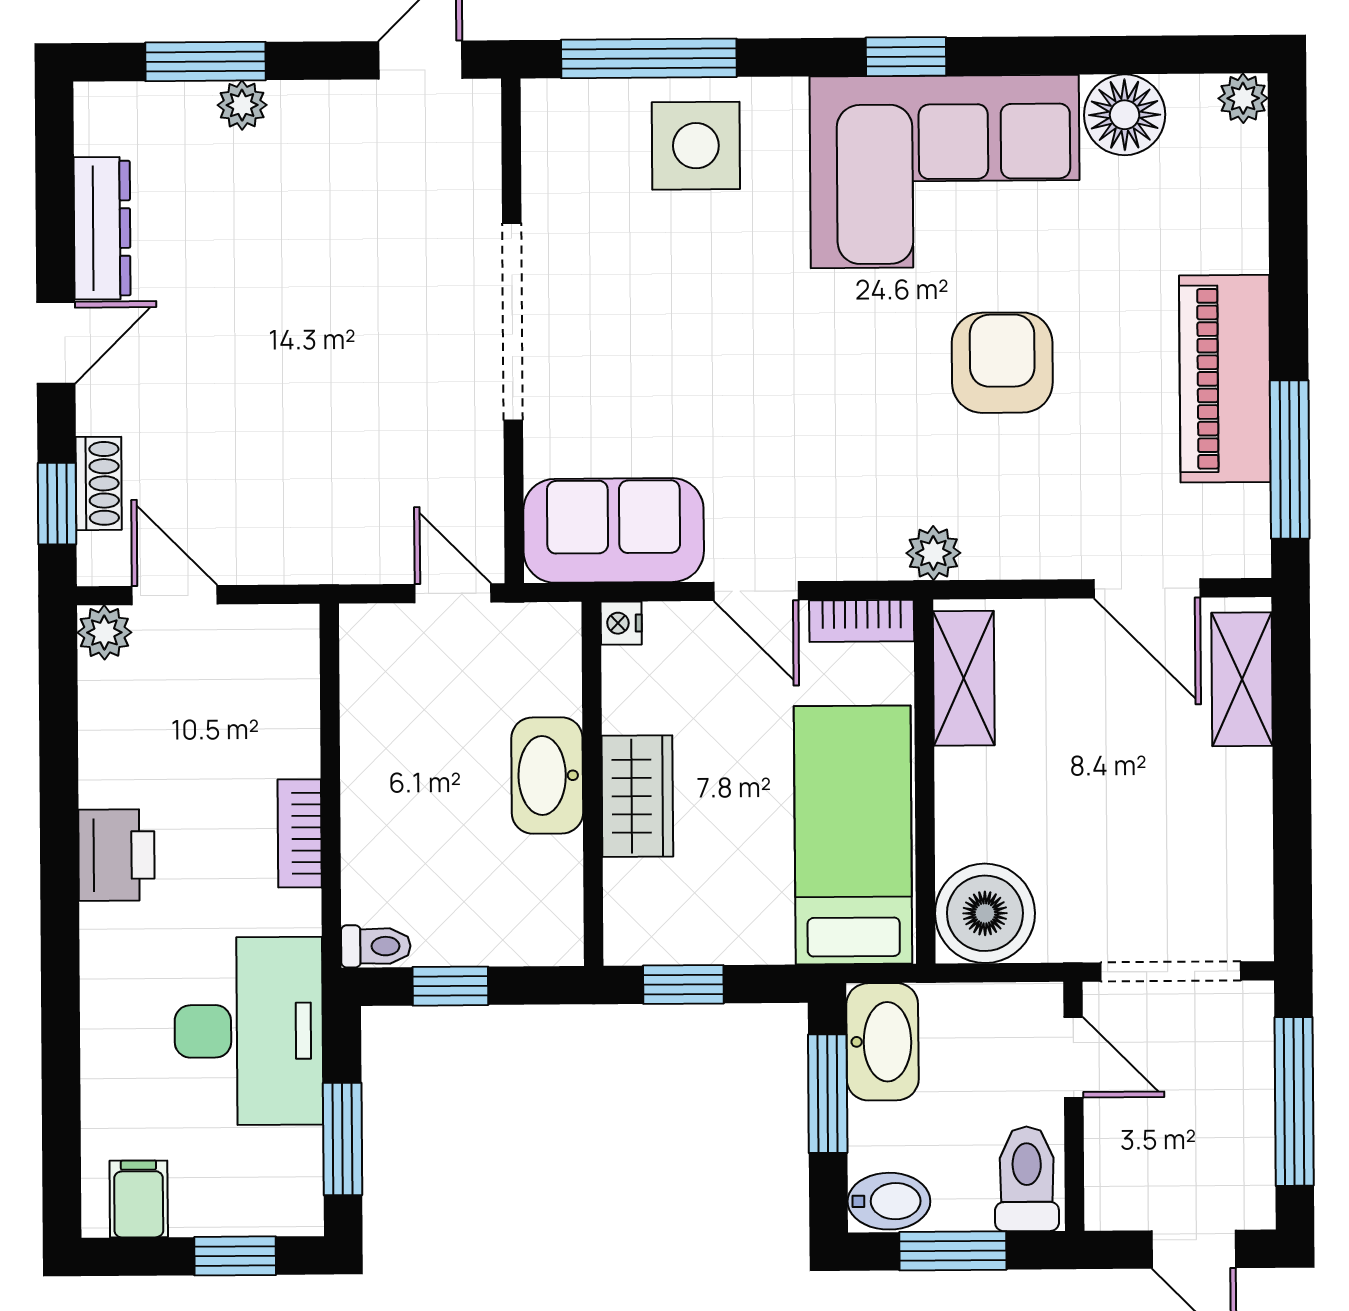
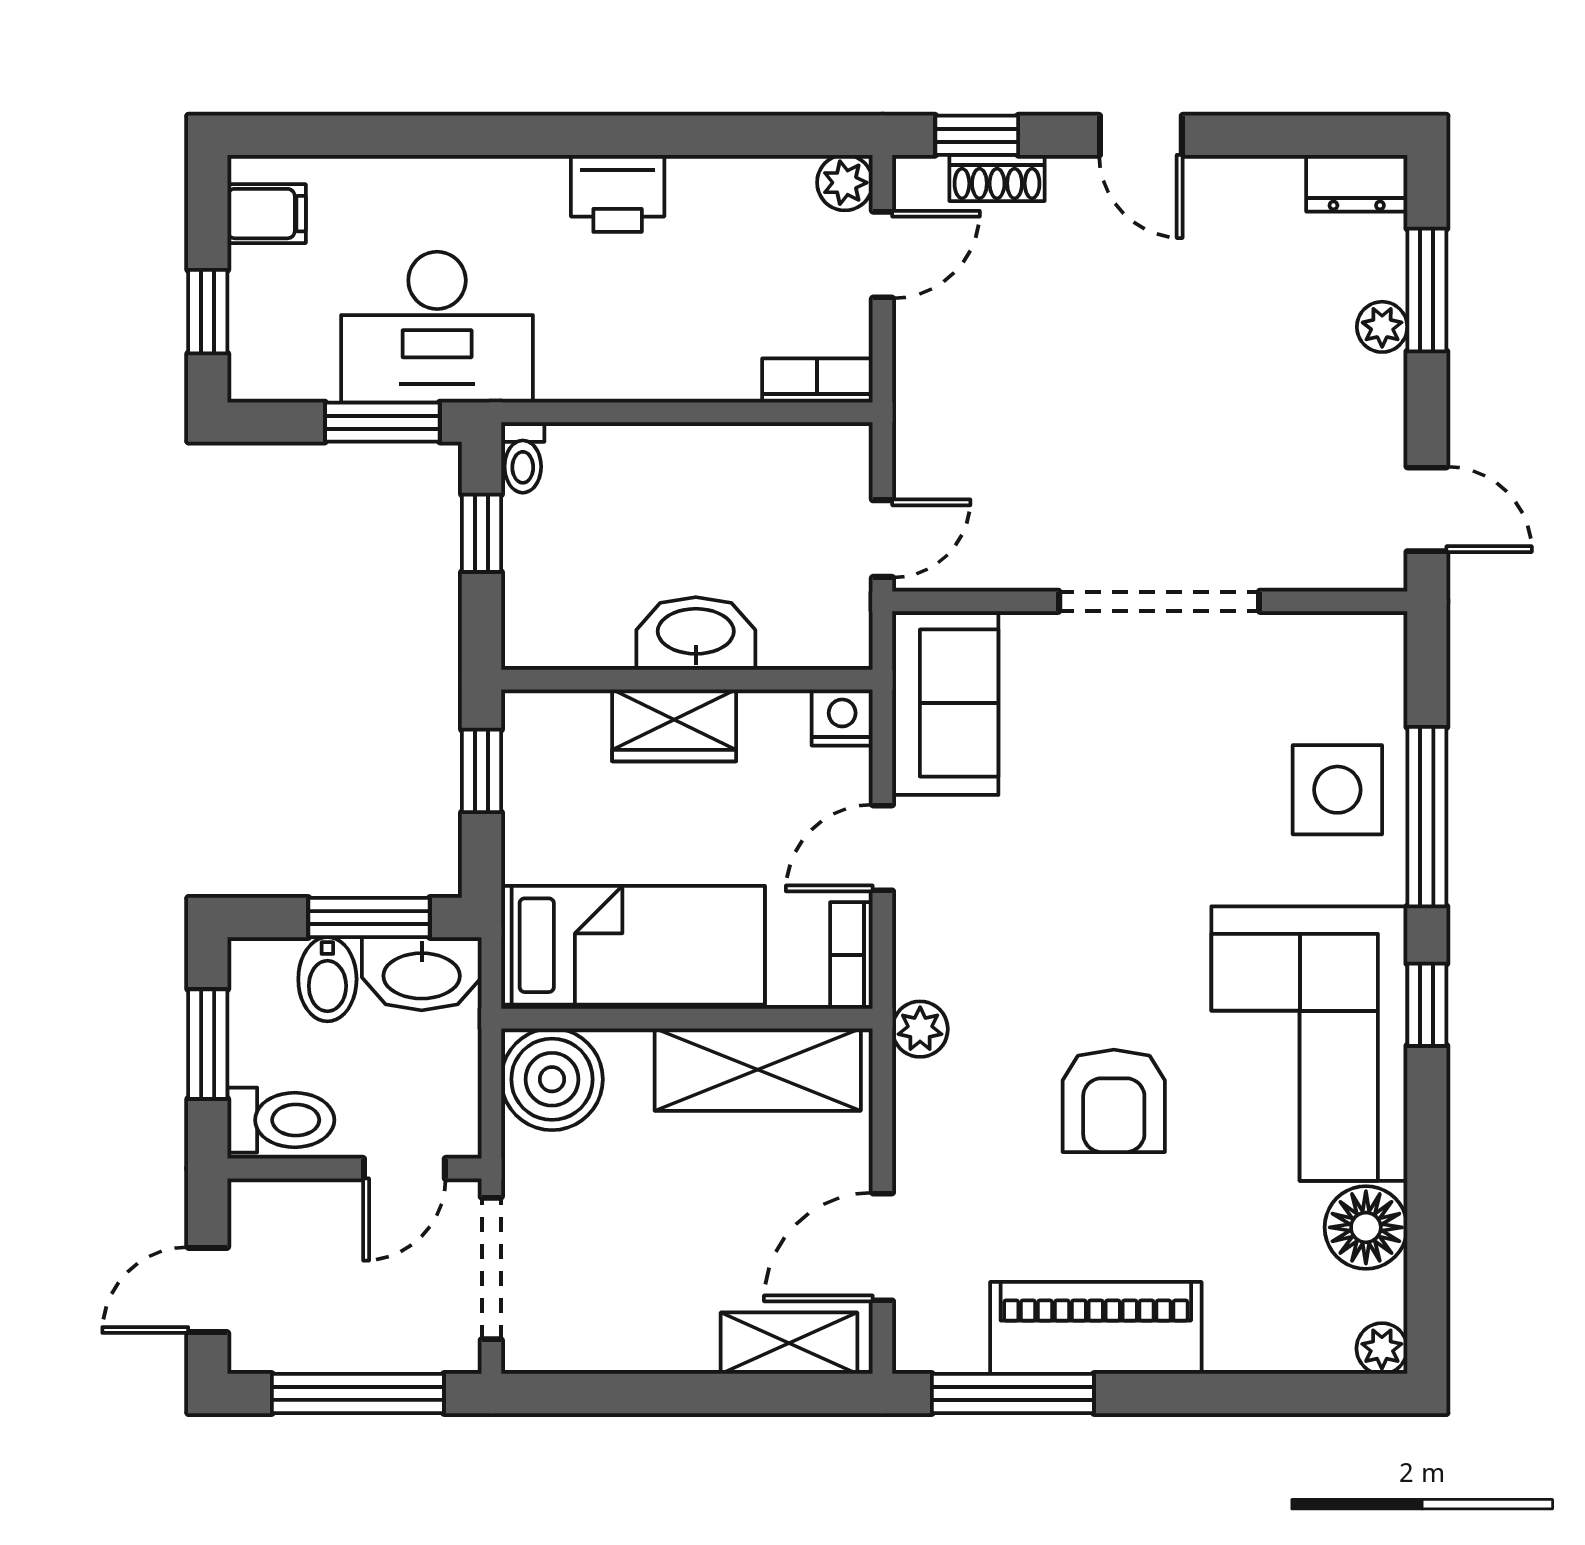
window: (649, 58) -> (1427, 817), moved
dresser: (102, 228) -> (1357, 183), moved, width x0.70
armchair: (1002, 363) -> (1114, 1101), turned 90
nightstand: (621, 623) -> (842, 717), width x1.39, depth x1.35
shelving: (964, 678) -> (758, 1070), width x1.50, depth x1.33
bookcase: (300, 833) -> (817, 380), moved
window: (343, 1139) -> (382, 422), moved
bidet: (889, 1201) -> (327, 979), moved

